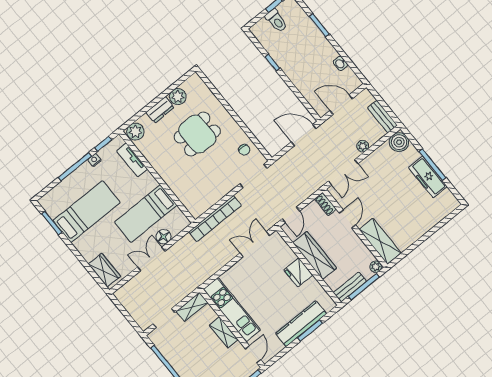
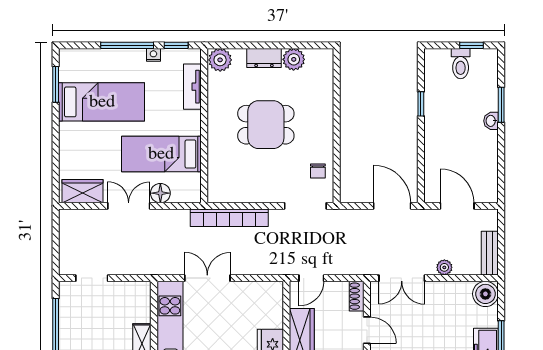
washbasin: (340, 63) -> (491, 121), moved
dining table: (197, 134) -> (266, 125), moved
door: (347, 219) -> (367, 330), hinge flipped
double door: (255, 244) -> (207, 278), moved
wardrobe: (104, 270) -> (82, 191), moved, turned -90
shelving: (192, 307) -> (131, 290), removed

